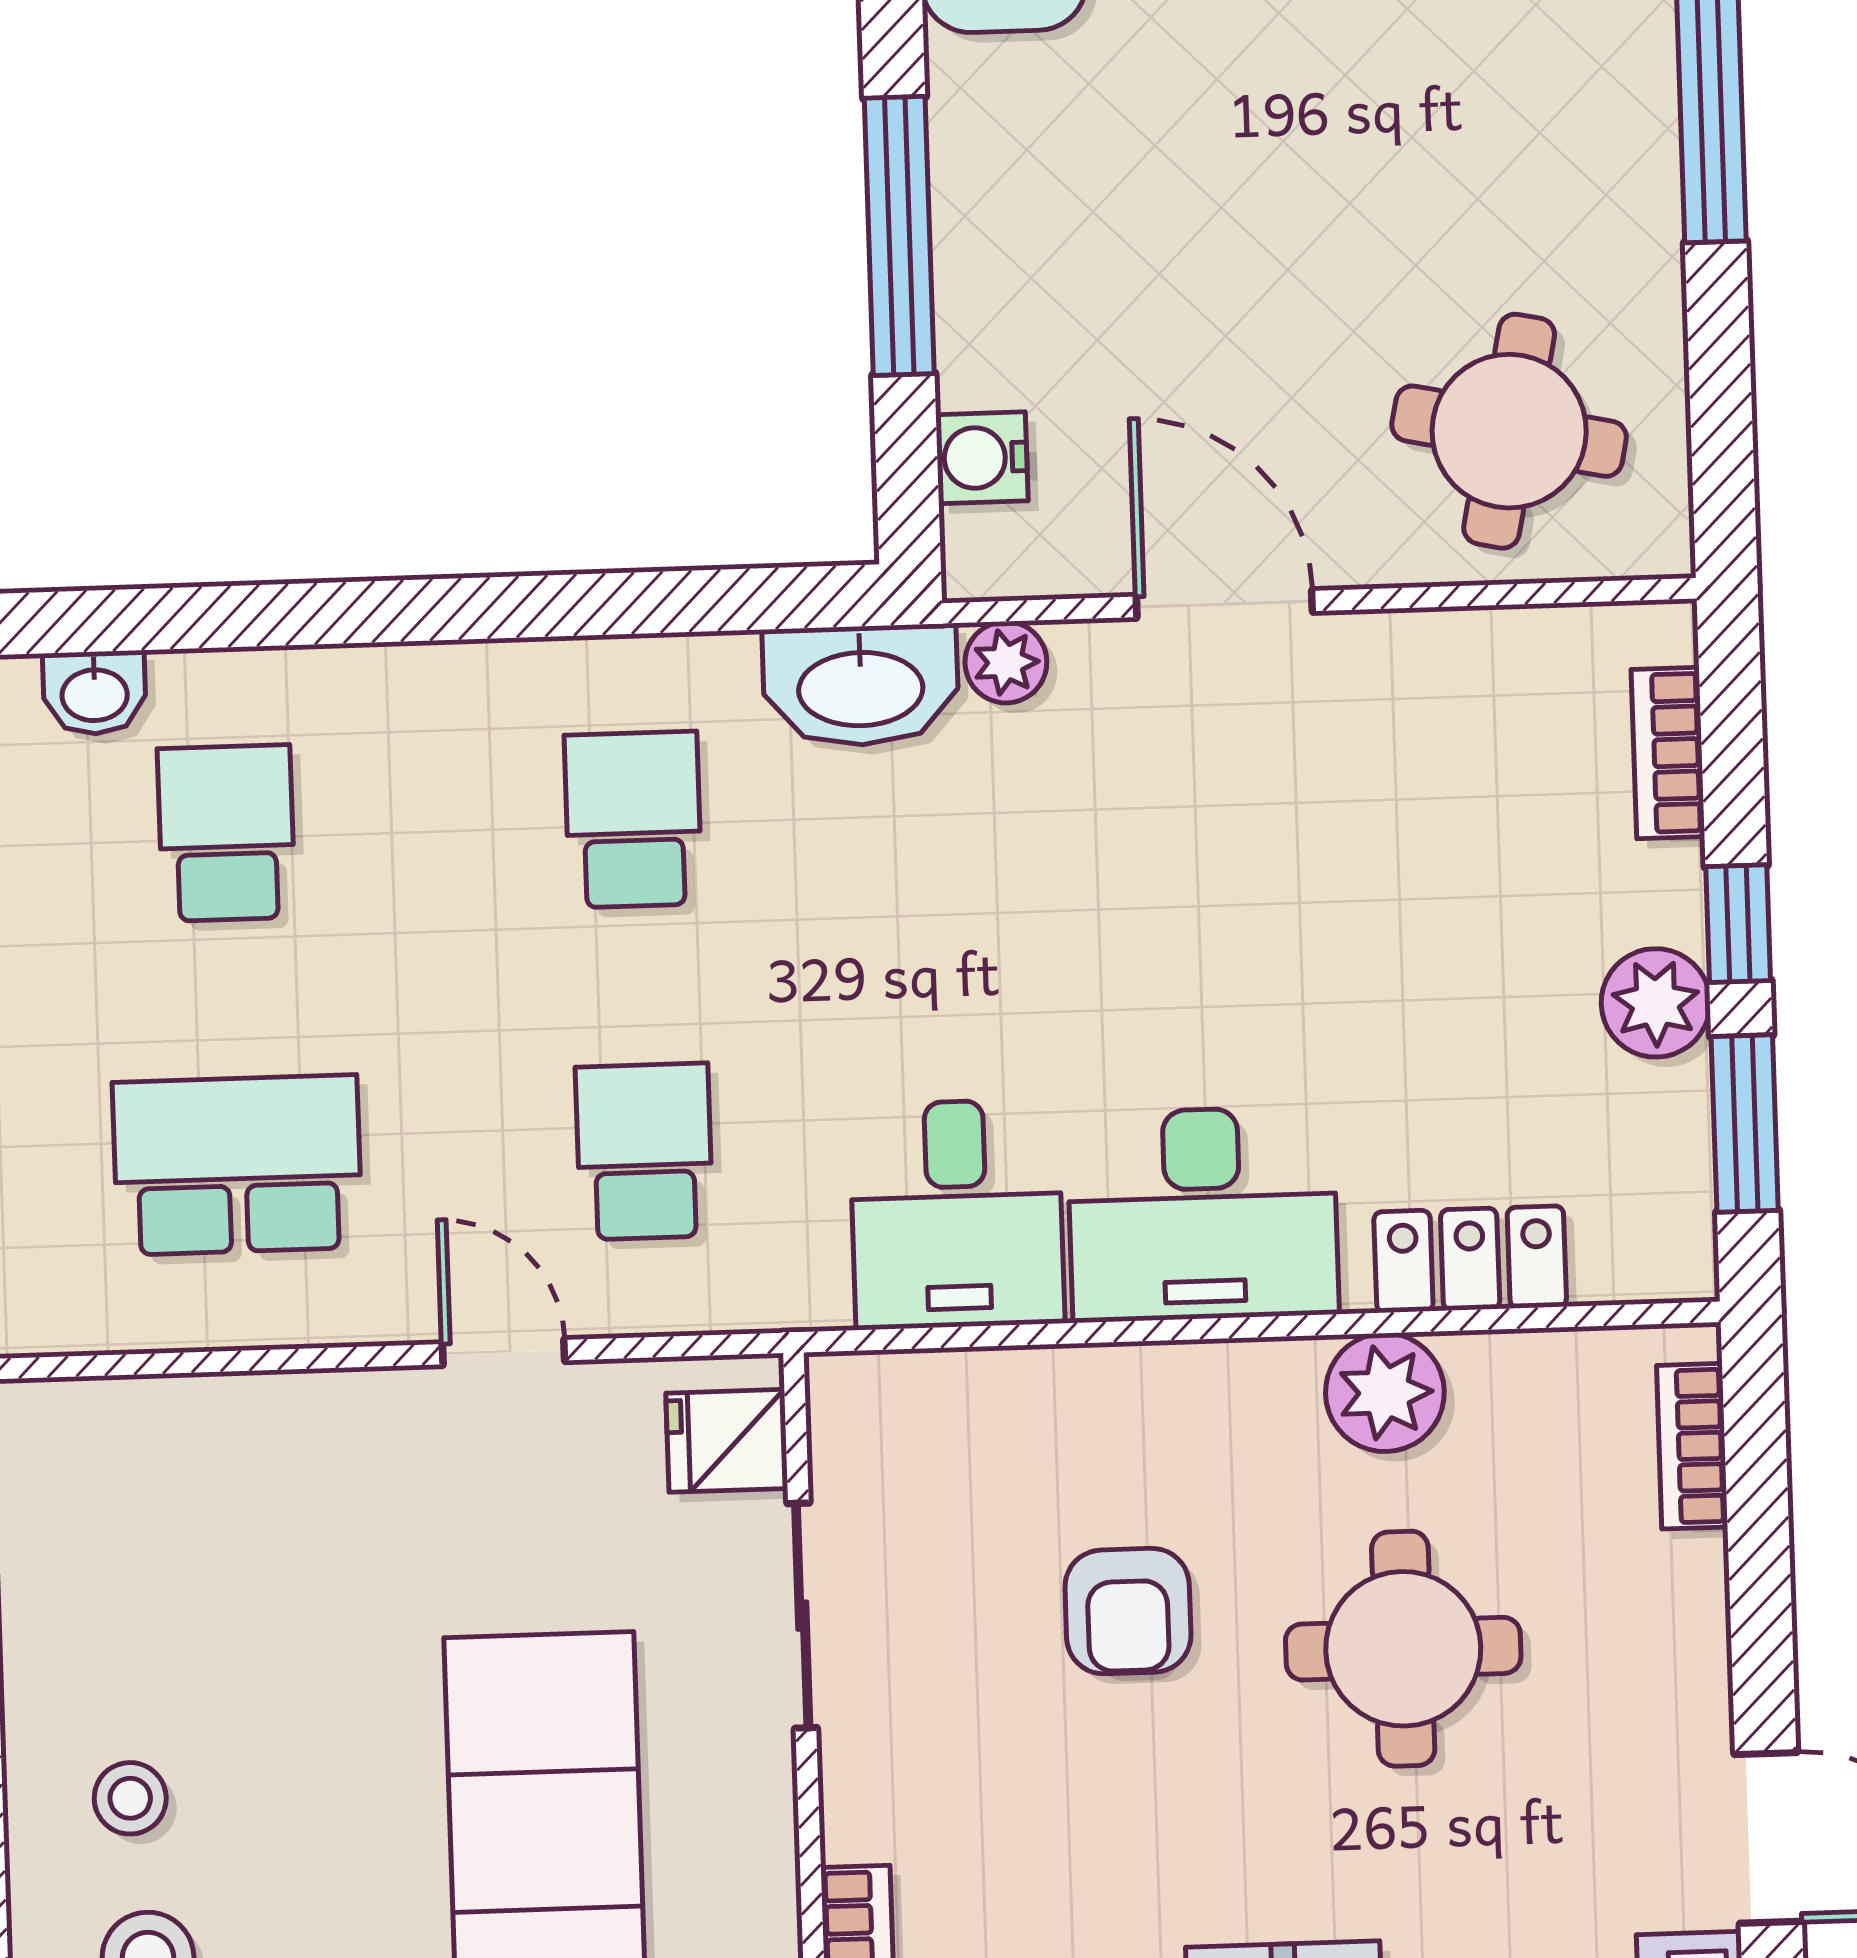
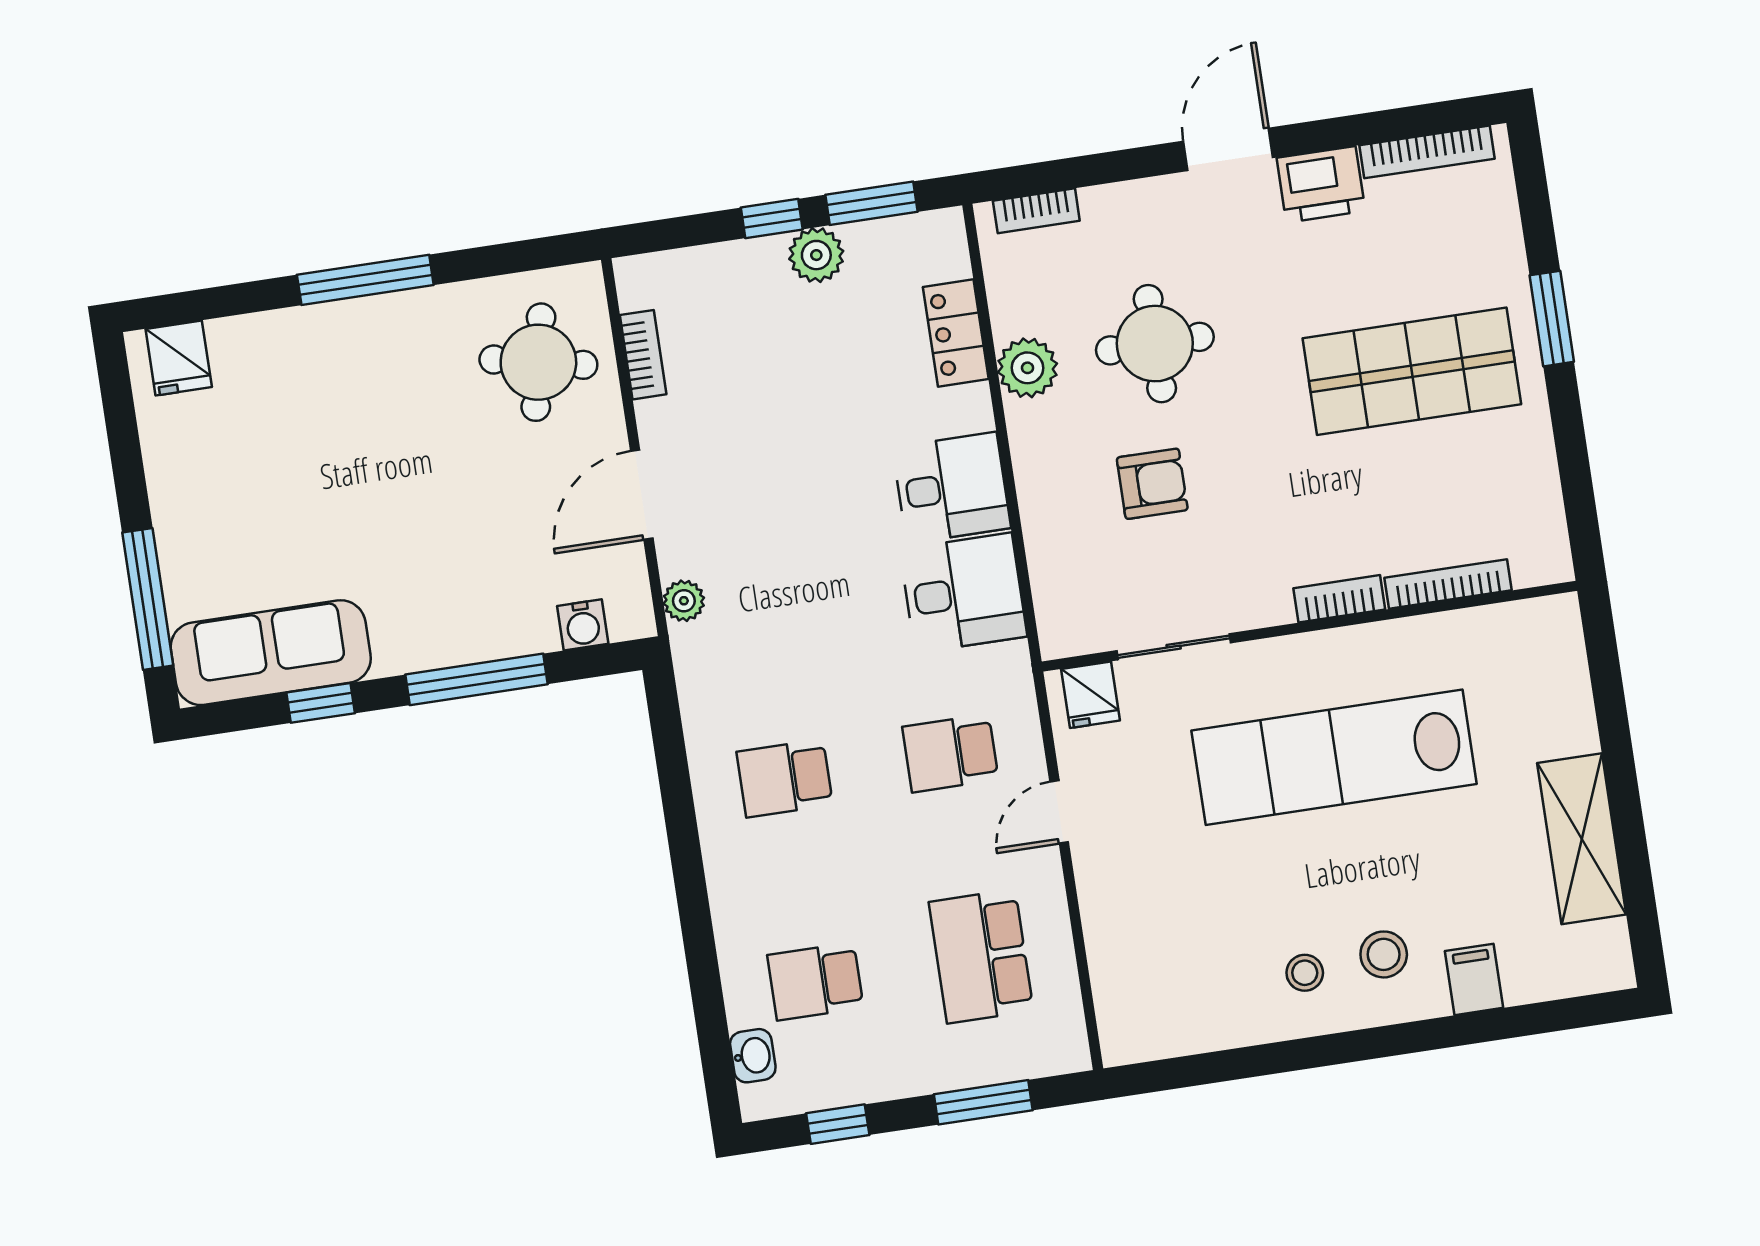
washbasin: (861, 686) -> (704, 672), removed
bookcase: (1668, 753) -> (643, 355), moved, turned -90
desk: (1203, 1214) -> (952, 488), width x0.73

